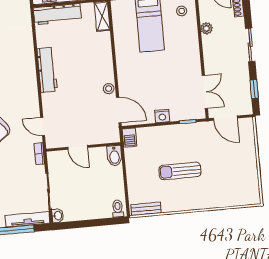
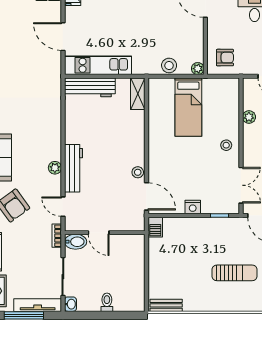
stool: (182, 11) -> (226, 145), moved
workbench: (47, 70) -> (73, 168), moved
plant: (32, 91) -> (55, 168), added
bidet: (114, 156) -> (76, 242), moved, turned -90
sun lounger: (180, 171) -> (235, 273), moved, turned 180
toilet: (118, 208) -> (107, 302), moved

